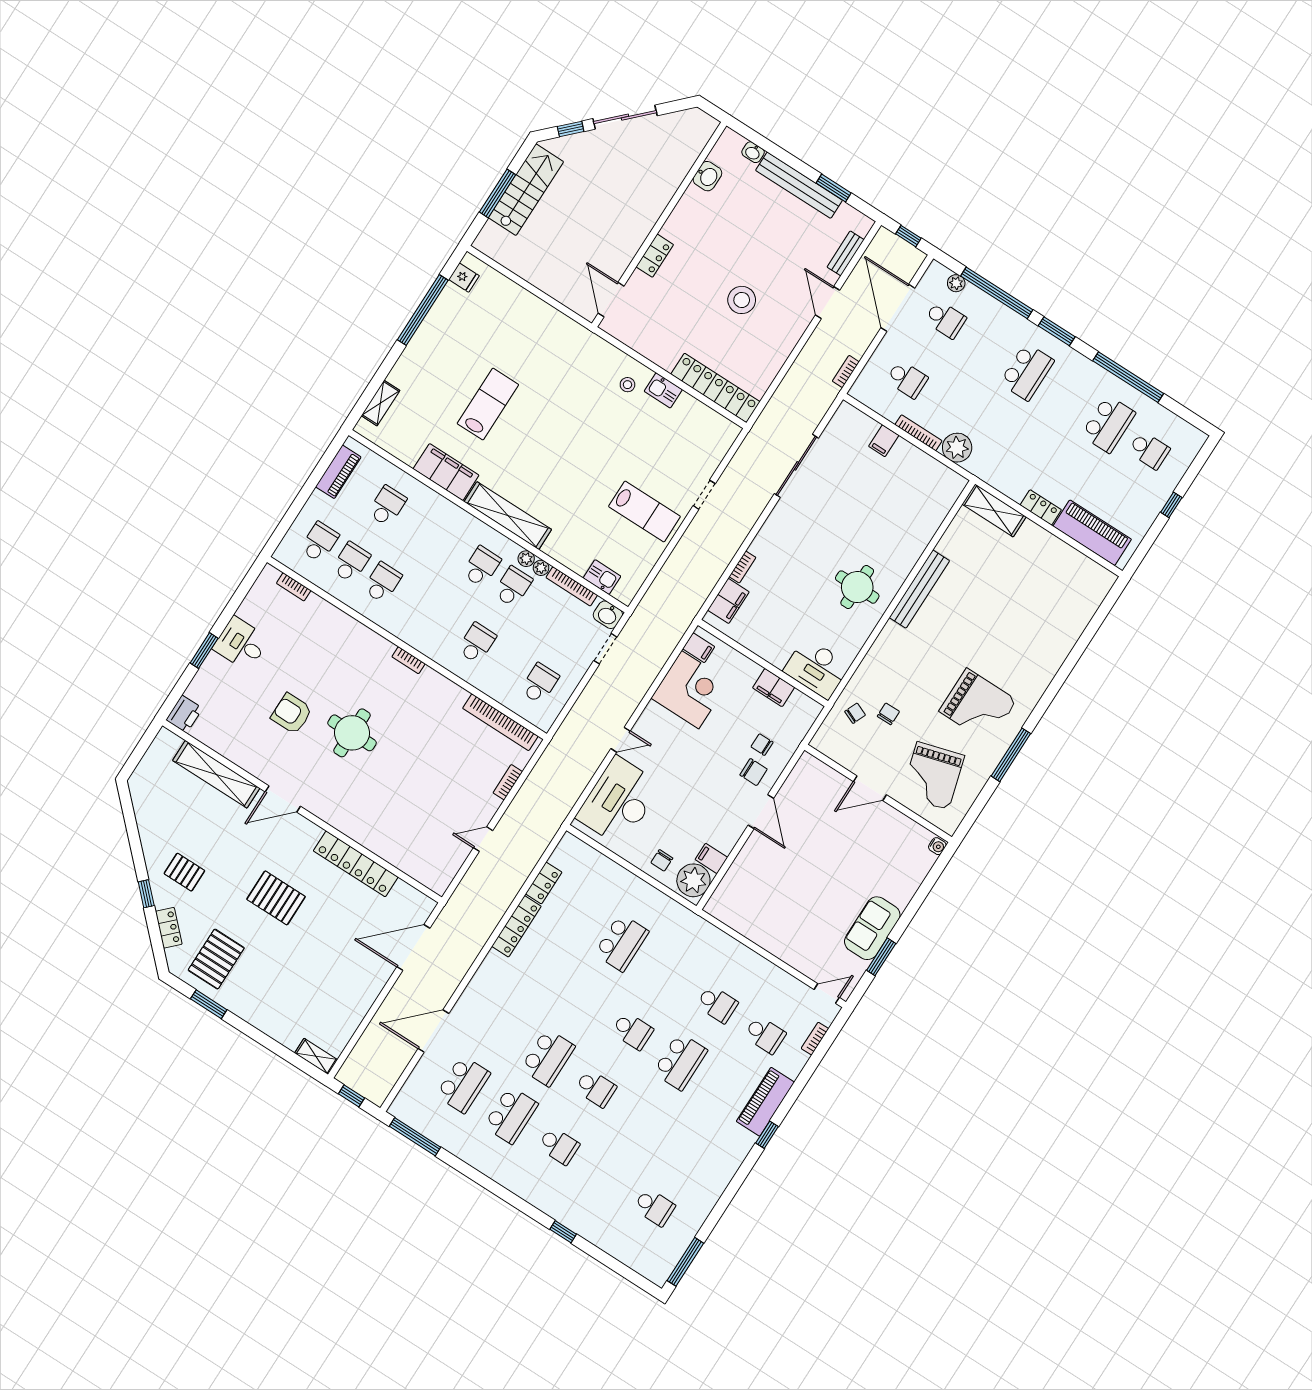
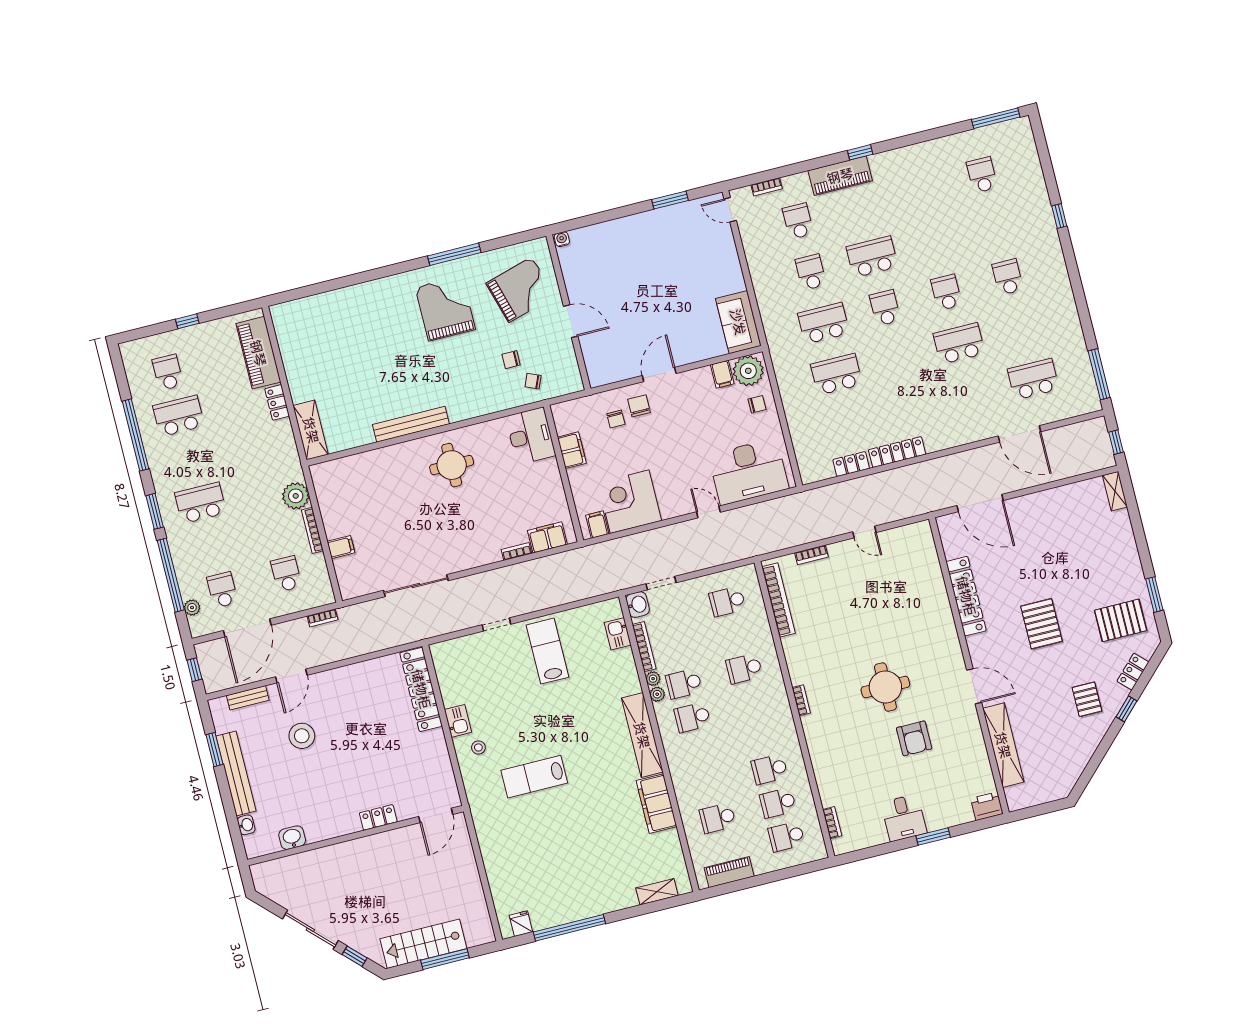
stool: (742, 300) -> (302, 736), moved
lab bench: (488, 404) -> (534, 777), moved
sofa: (872, 928) -> (738, 322), moved, turned 90
school desk: (511, 1115) -> (824, 323), moved

